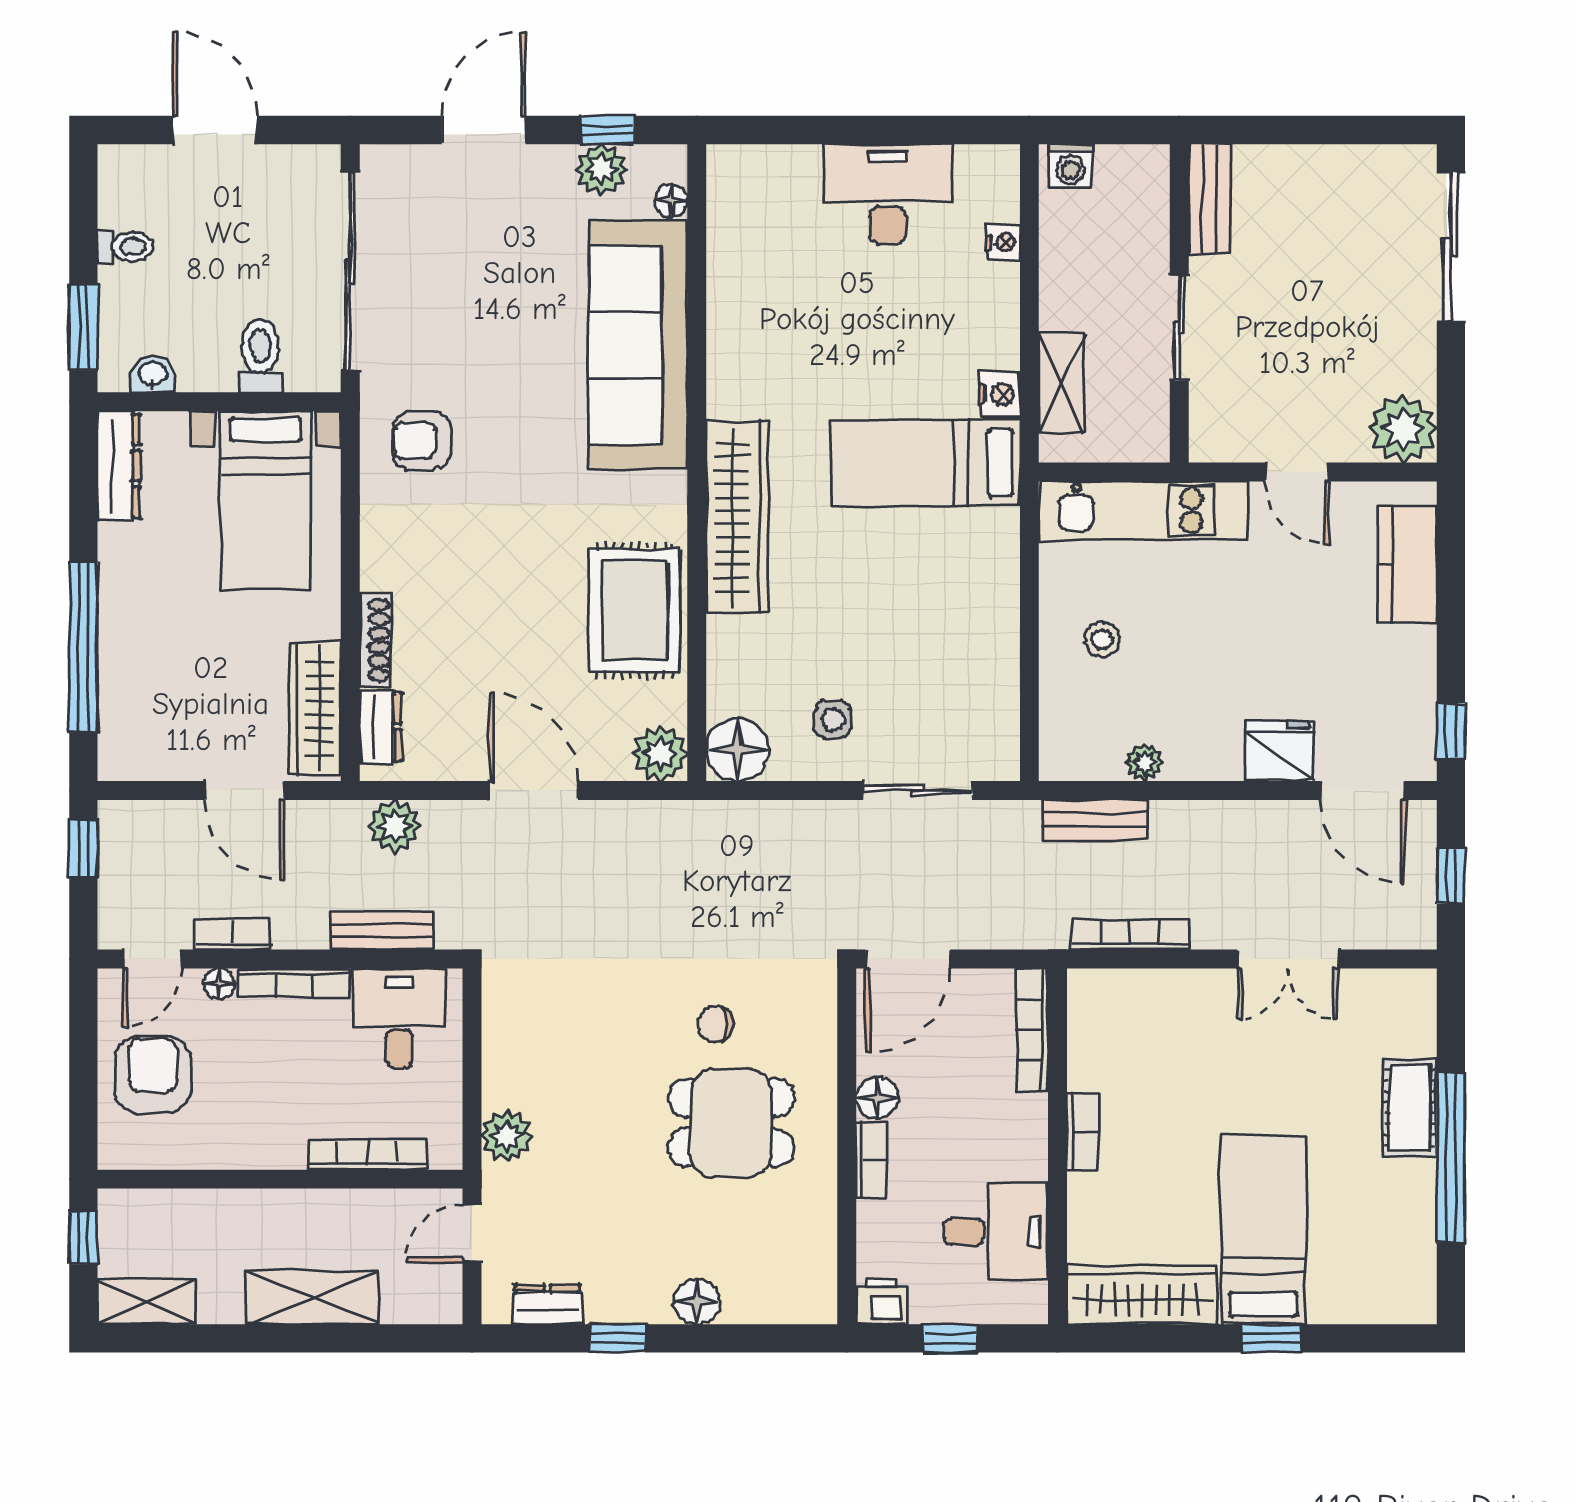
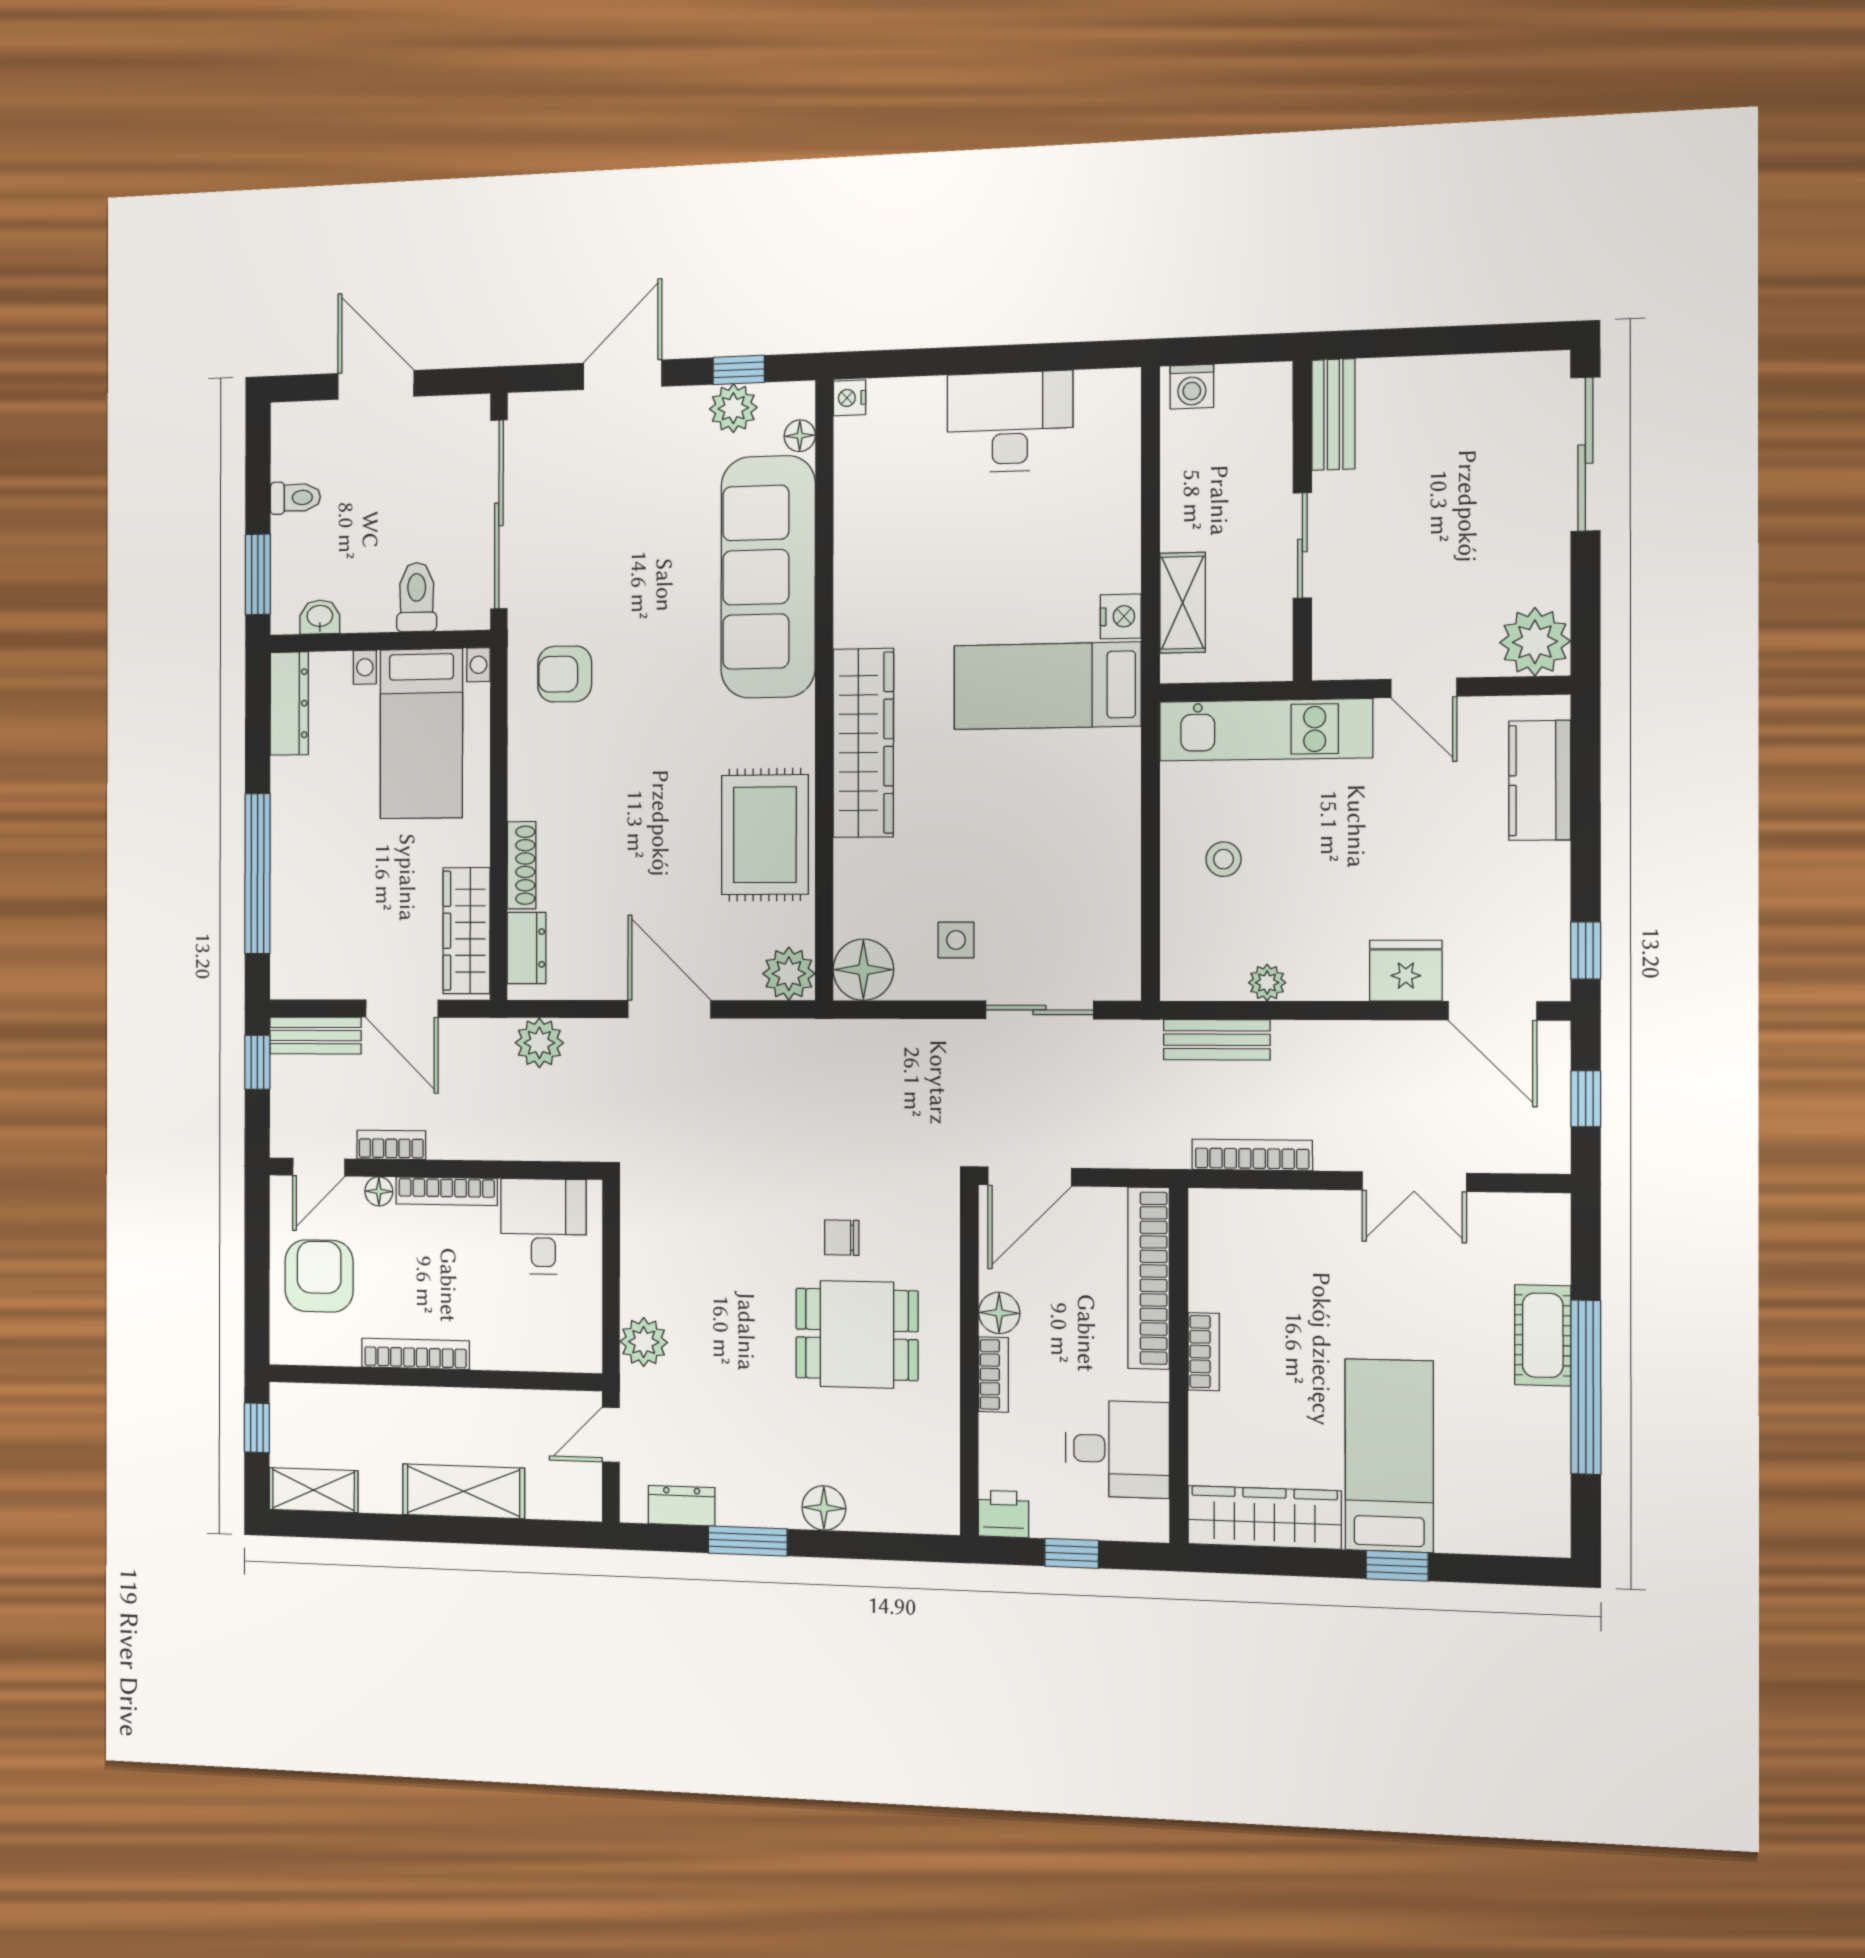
nightstand: (1003, 242) -> (849, 398), moved, turned 180
bench: (382, 930) -> (315, 1036), moved
bookcase: (1032, 1030) -> (1149, 1278), width x1.48, depth x1.31
bookcase: (367, 1155) -> (415, 1354), moved
window: (617, 1338) -> (748, 1541), width x1.50

